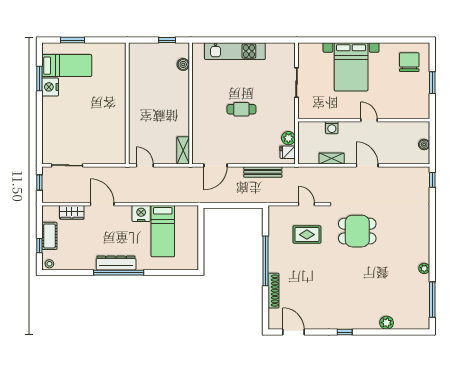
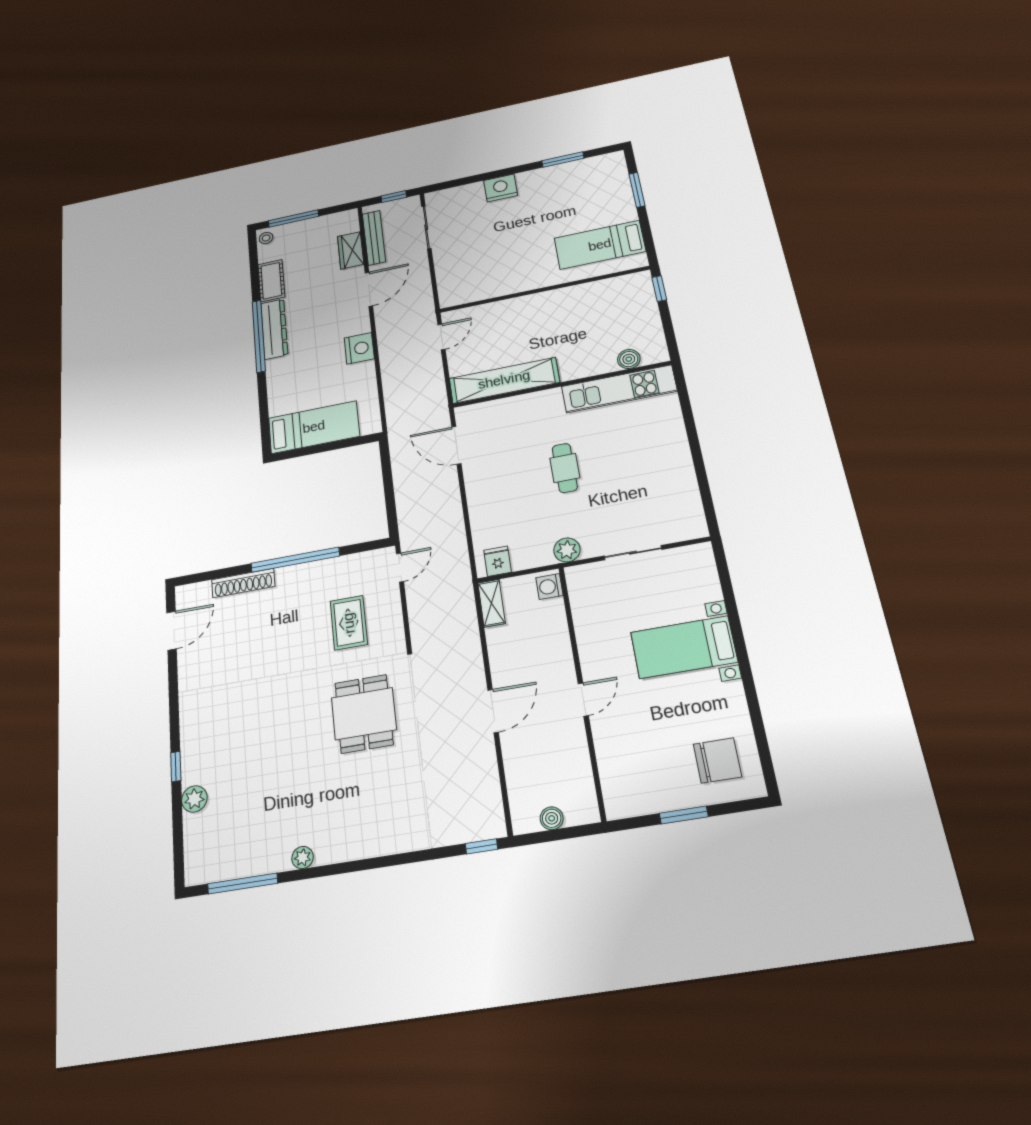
window: (167, 40) -> (659, 289), moved
kitchen unit: (235, 51) -> (619, 389), moved, turned -90
bed: (67, 66) -> (600, 245), moved, turned 90
bed with nightstands: (351, 67) -> (684, 647), width x0.73
nightstand: (50, 87) -> (501, 188), moved
washing machine: (332, 128) -> (549, 587), moved
plant: (288, 138) -> (567, 550), moved
shelving: (183, 150) -> (504, 380), width x2.20, depth x1.33
shelving: (332, 158) -> (492, 603), moved
bench: (263, 172) -> (374, 238), moved
door: (306, 204) -> (400, 568), moved
bed: (163, 231) -> (314, 427), moved, turned 180
cot: (49, 236) -> (271, 281), moved, turned 90
window: (39, 246) -> (293, 219), width x2.17
window: (345, 332) -> (176, 767), moved

